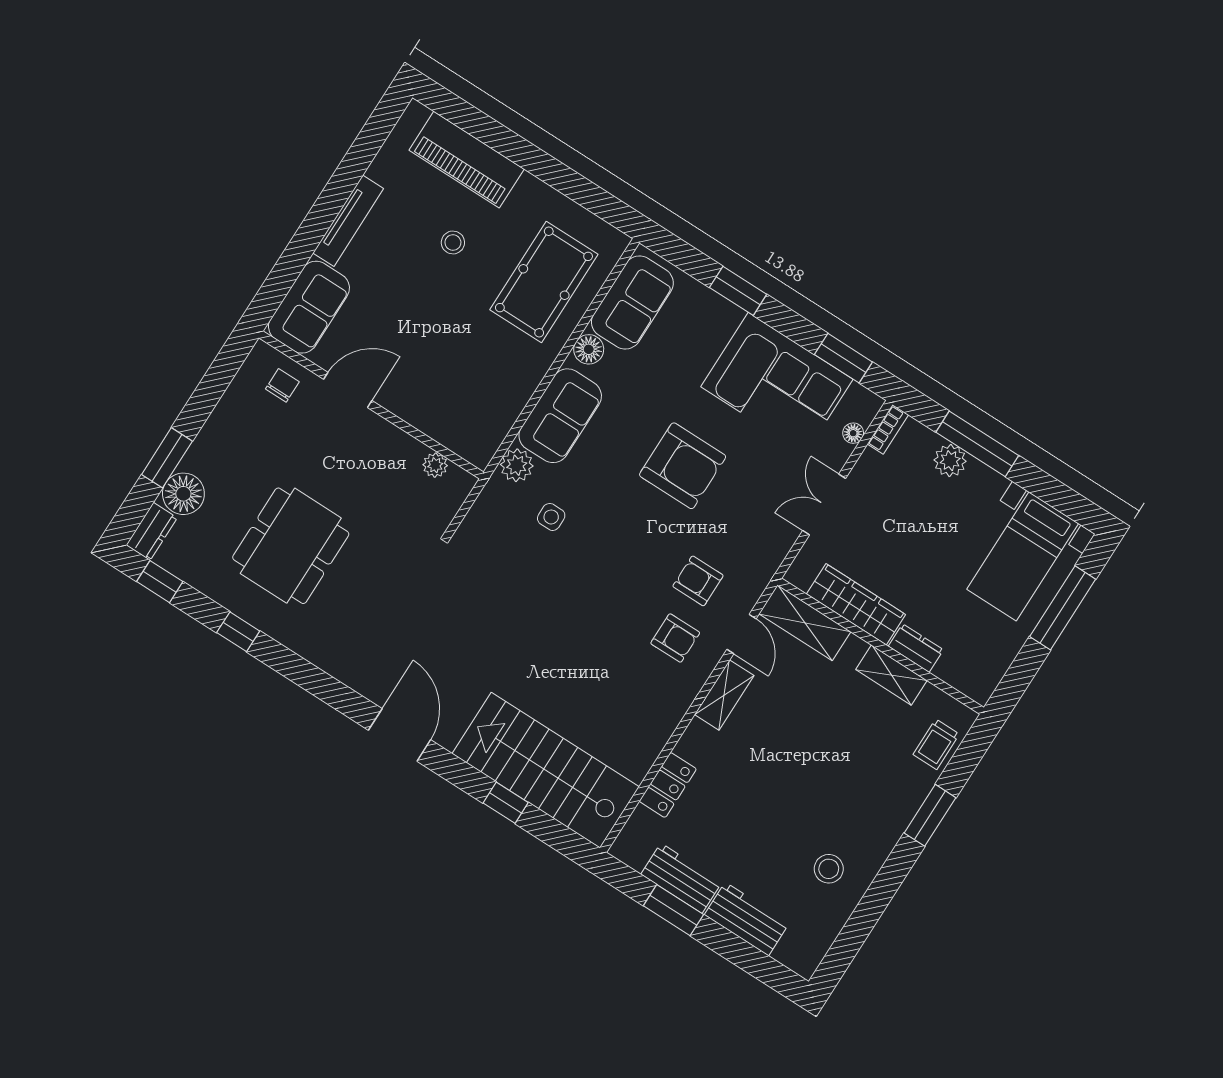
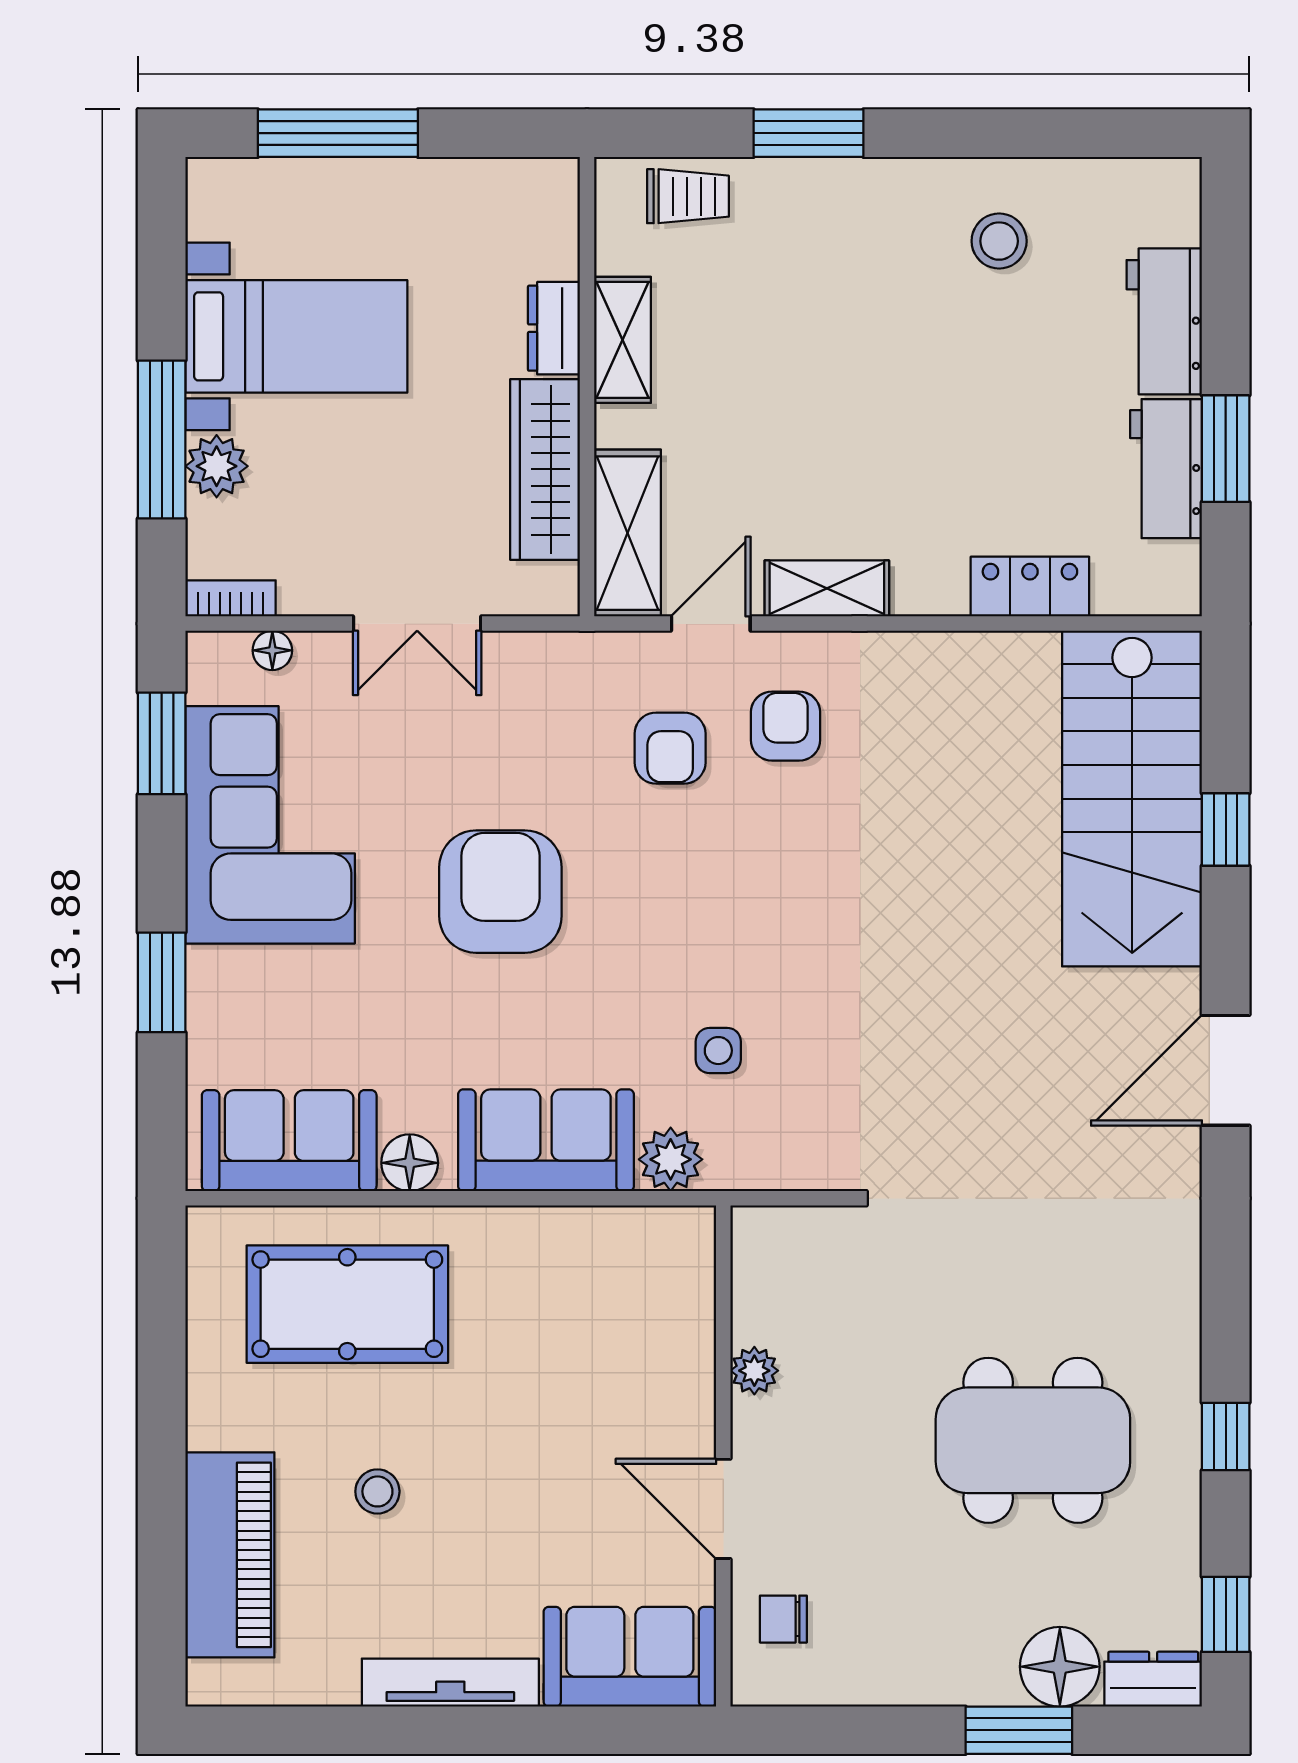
plant: (435, 465) -> (754, 1371), moved
bed with nightstands: (1023, 556) -> (296, 336), moved

